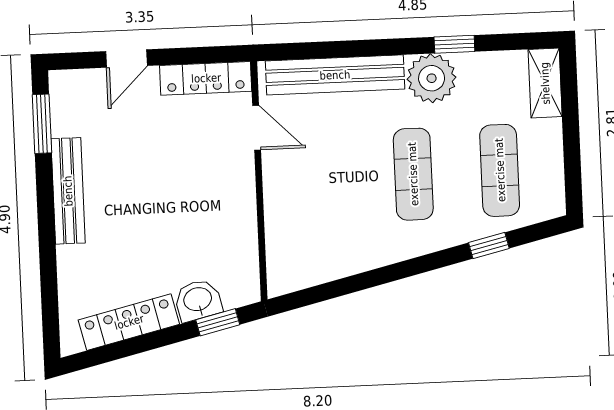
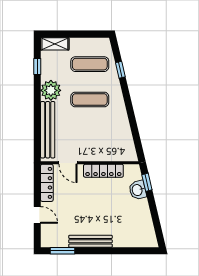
window: (454, 44) -> (37, 66), moved
door: (257, 128) -> (68, 163), swing flipped
locker: (129, 322) -> (103, 171), moved, turned -77

